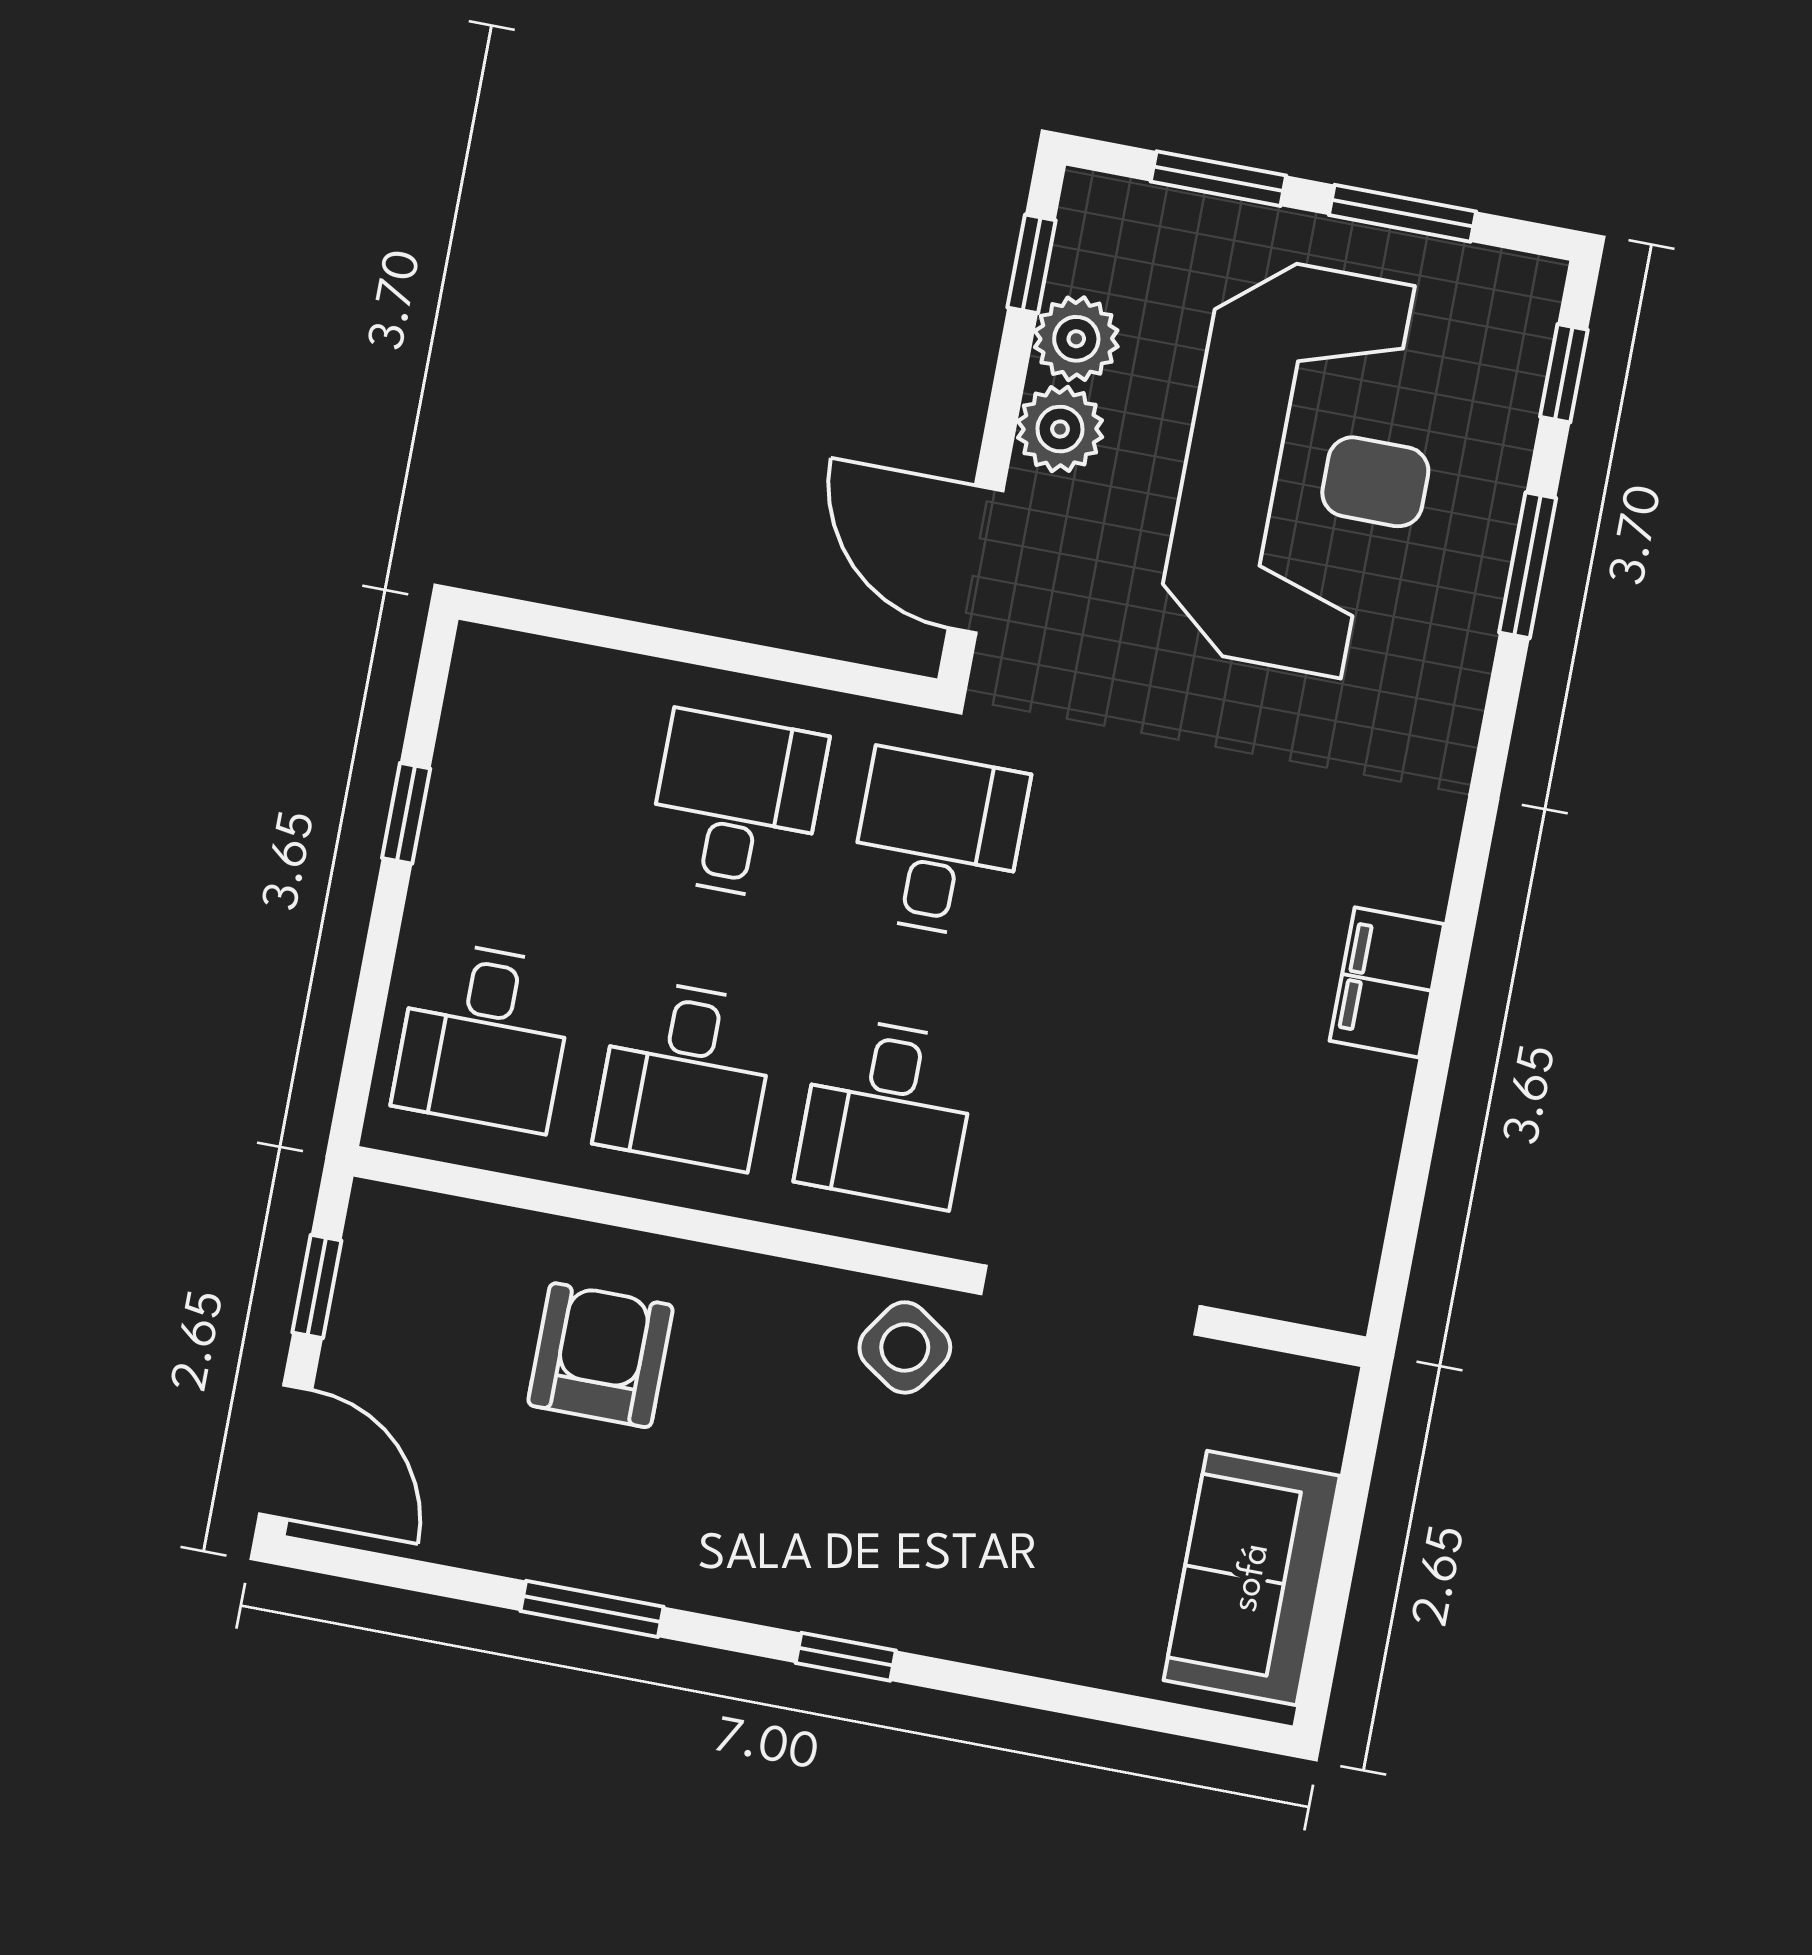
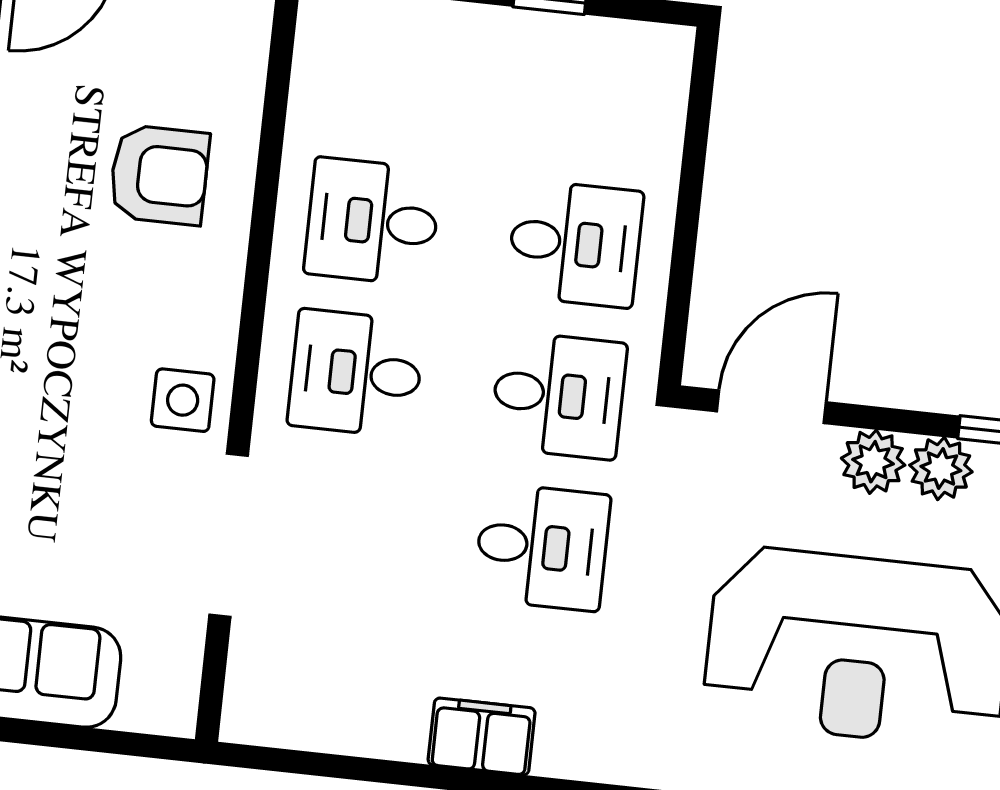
desk: (484, 1036) -> (542, 547), moved, turned 180
side table: (905, 1347) -> (183, 400), turned -34

